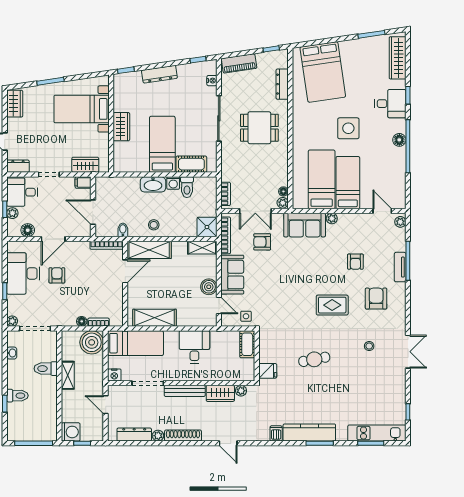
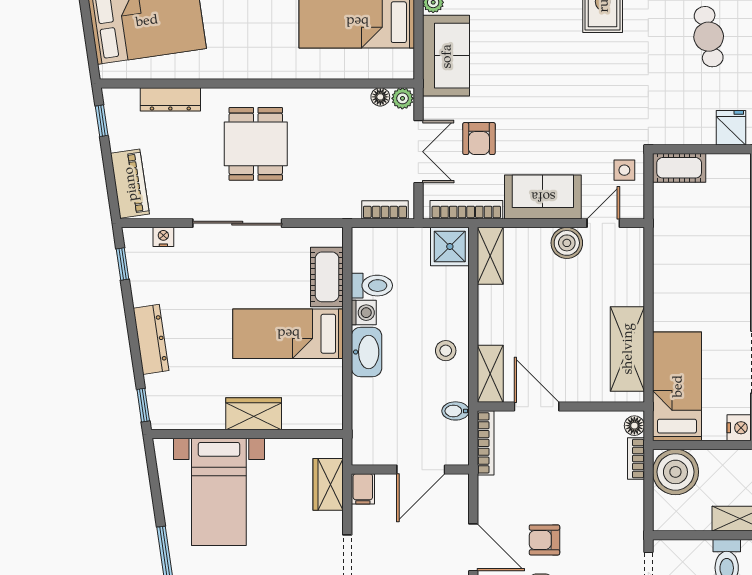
shelving: (149, 250) -> (490, 374), width x0.67, depth x0.75
floor lamp: (82, 321) -> (634, 426), moved
desk: (194, 347) -> (684, 271), removed

